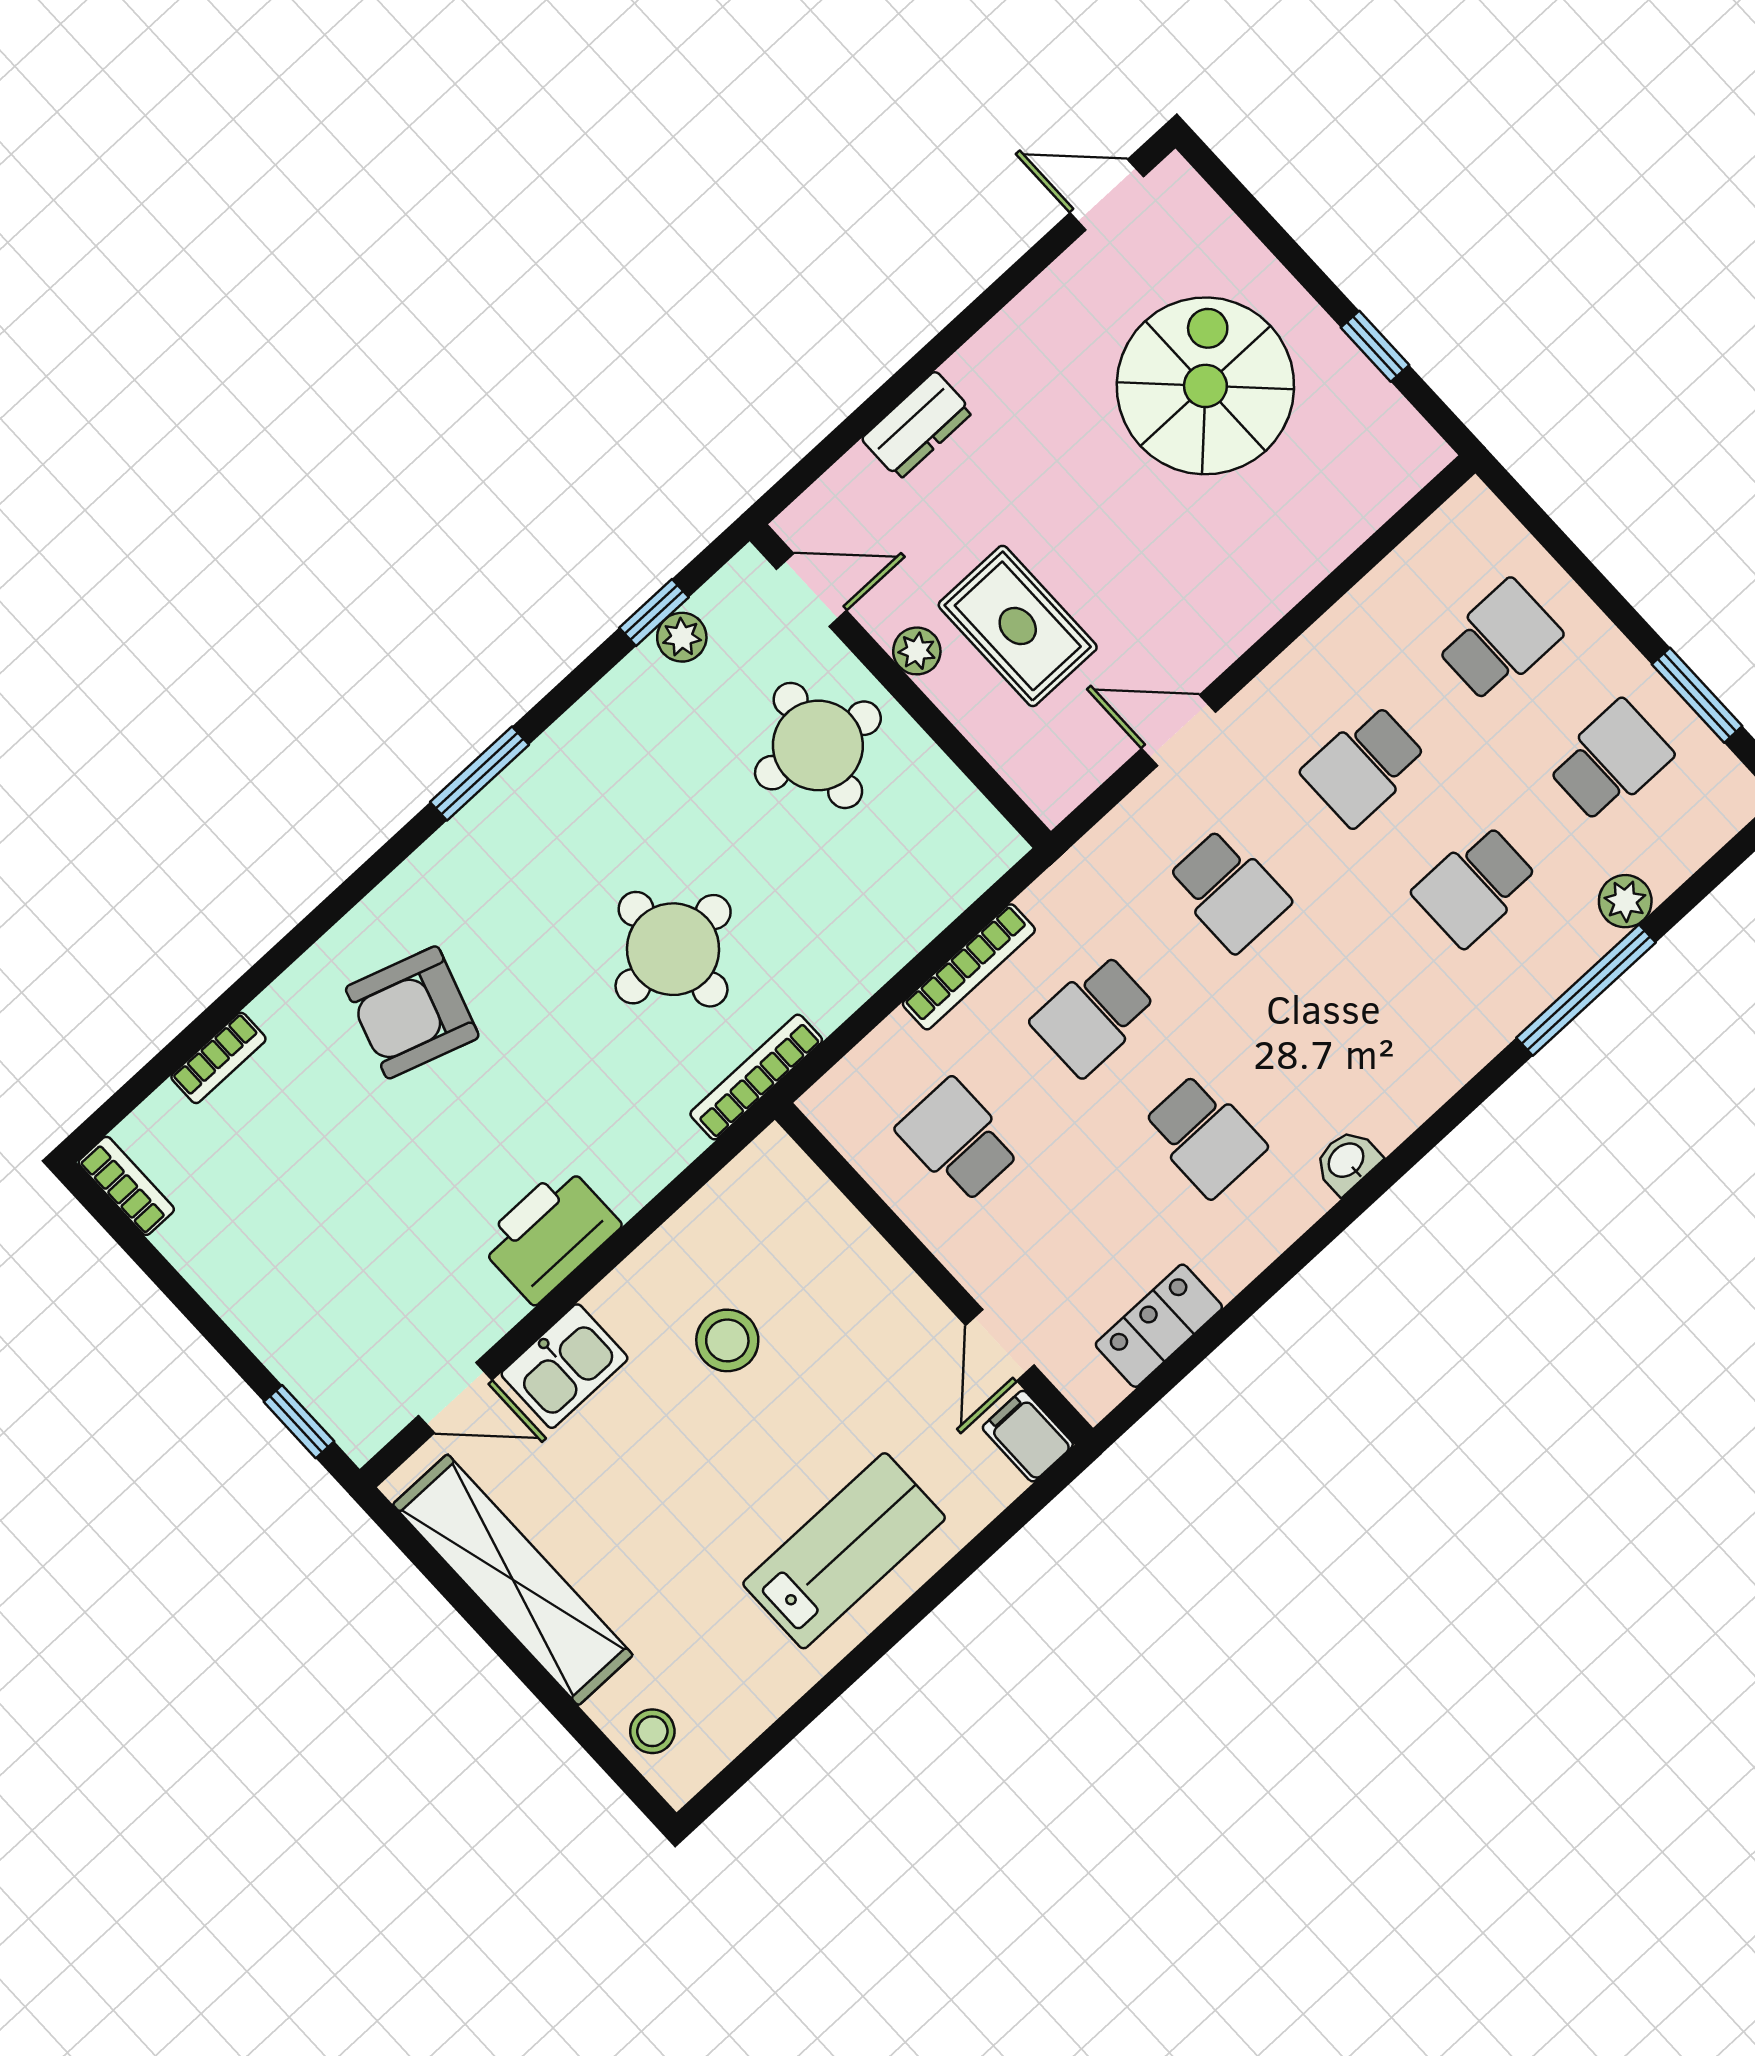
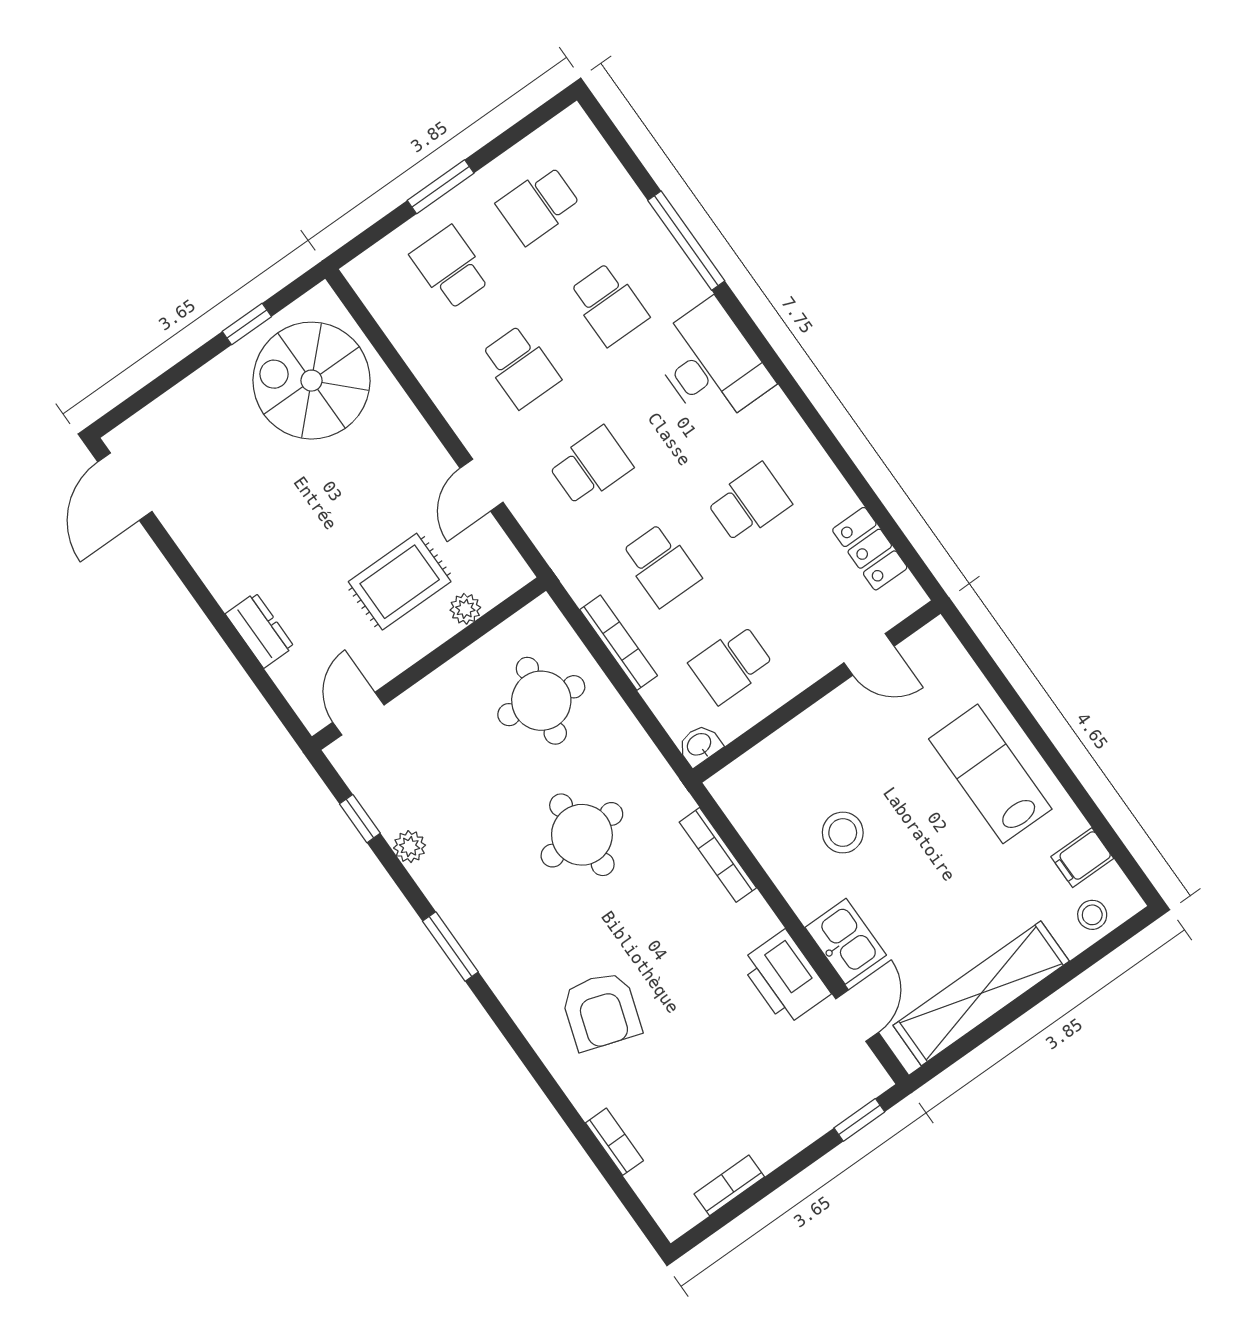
door: (1107, 195) -> (125, 487), width x1.38
spiral stairs: (1205, 386) -> (311, 381), moved
plant: (682, 637) -> (410, 847), moved
plant: (917, 651) -> (465, 609), moved
window: (1697, 695) -> (441, 187), moved
round table: (818, 745) -> (541, 701), moved
school desk: (1610, 761) -> (538, 205), turned -90
plant: (1625, 901) -> (631, 207), removed
desk: (1405, 1051) -> (711, 364), added
bookcase: (756, 1077) -> (718, 855), moved
washbasin: (1347, 1161) -> (700, 745), moved, turned 90
bookcase: (126, 1186) -> (729, 1185), moved
printer: (550, 1234) -> (785, 978), moved
filing cabinet: (1028, 1436) -> (1082, 858), moved

